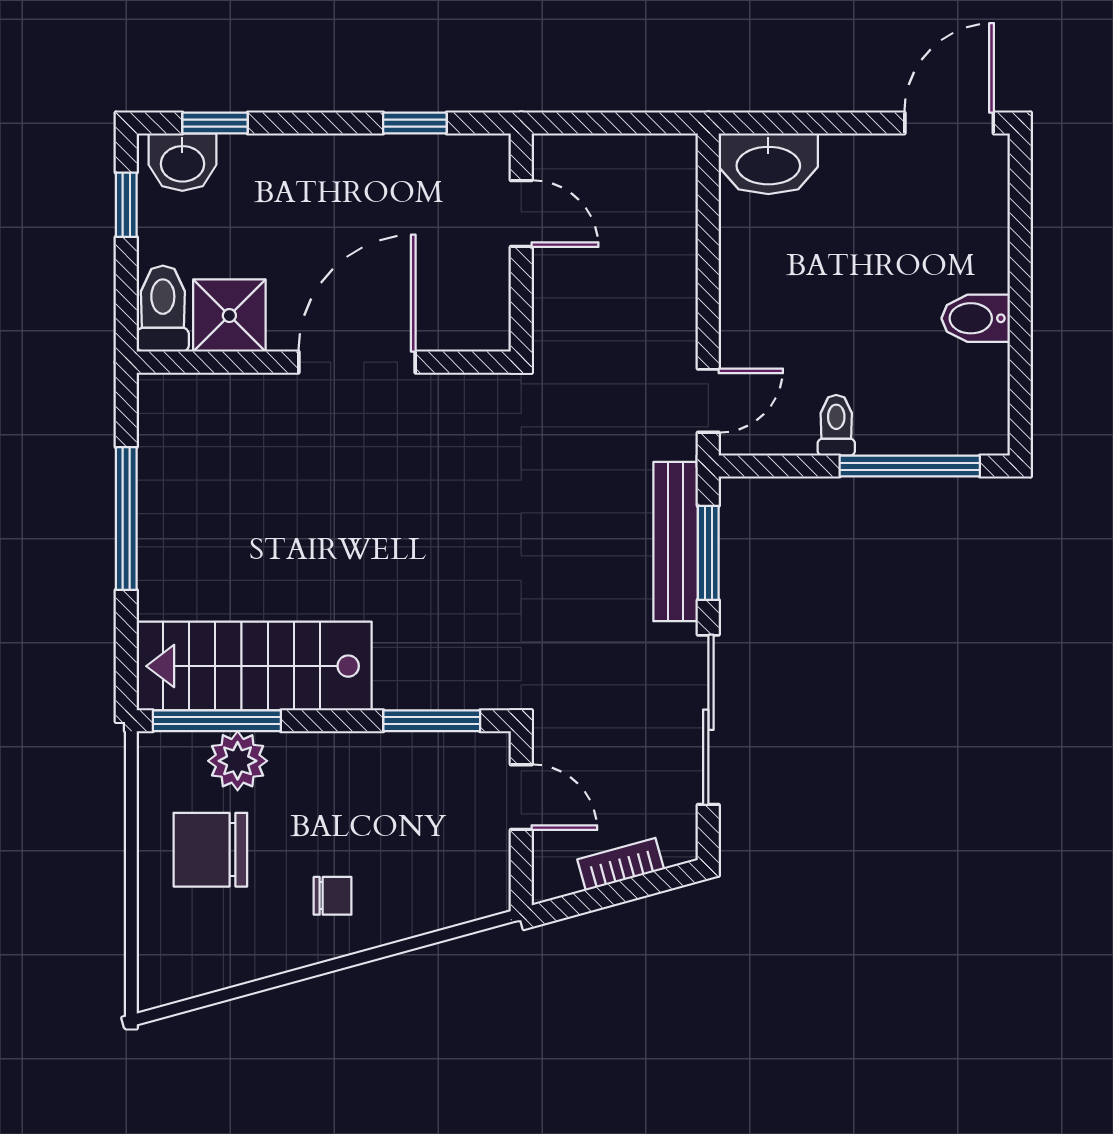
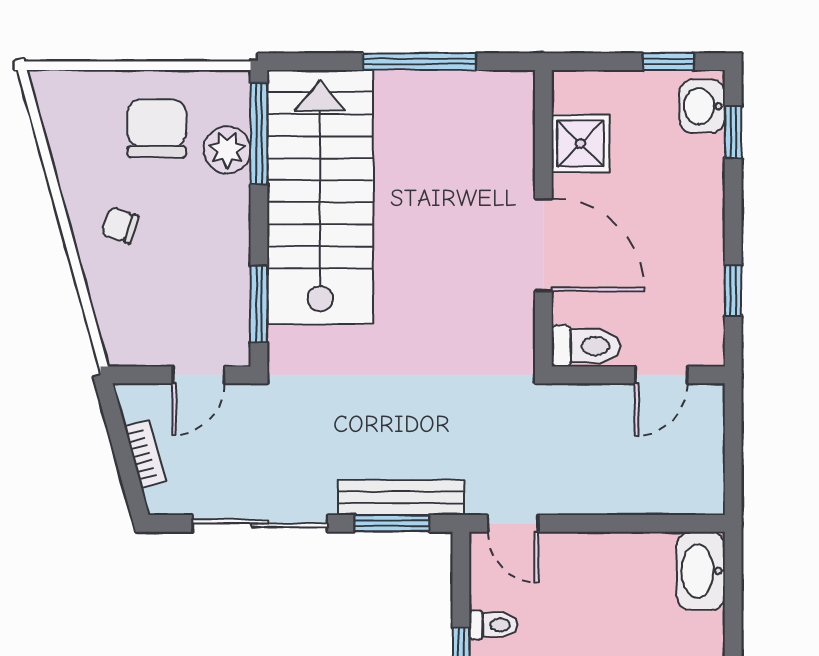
toilet: (163, 309) -> (586, 346), moved
stairs: (254, 666) -> (320, 197), width x1.36, depth x1.51
chair: (333, 896) -> (120, 225), turned 108

